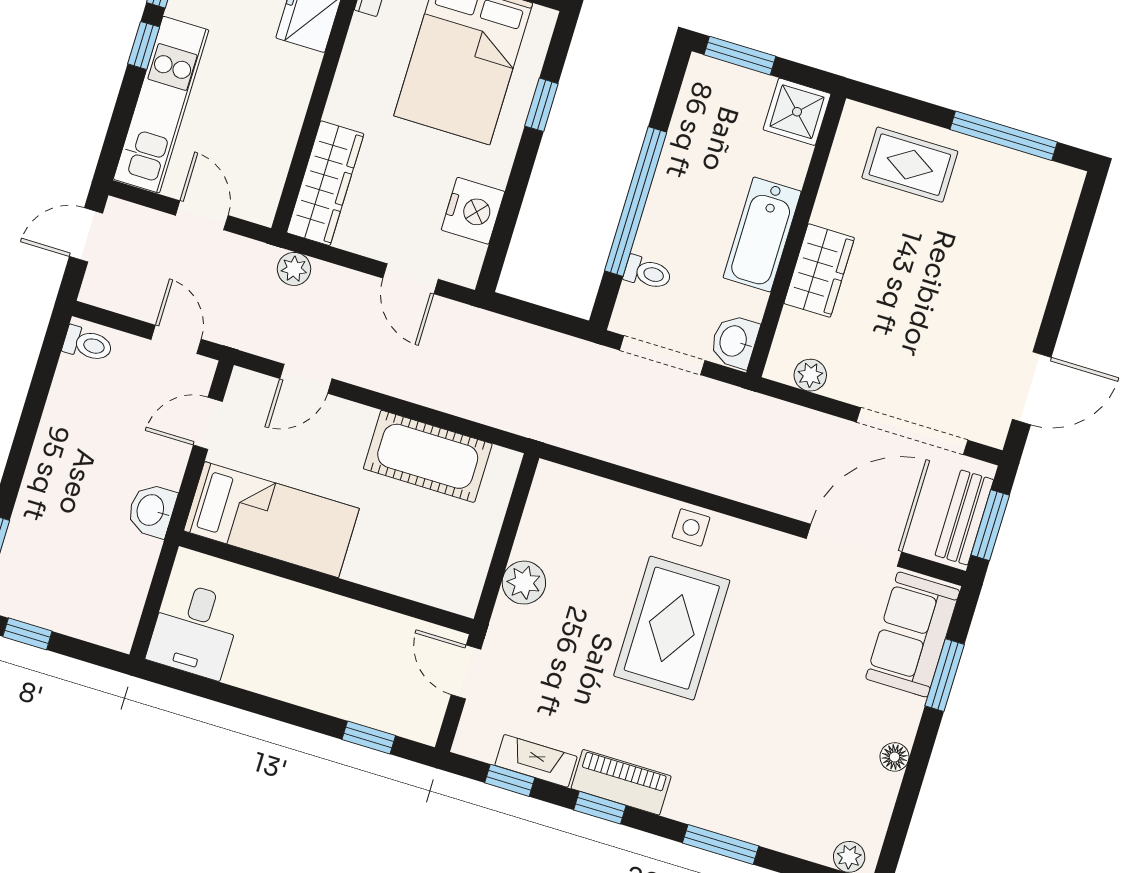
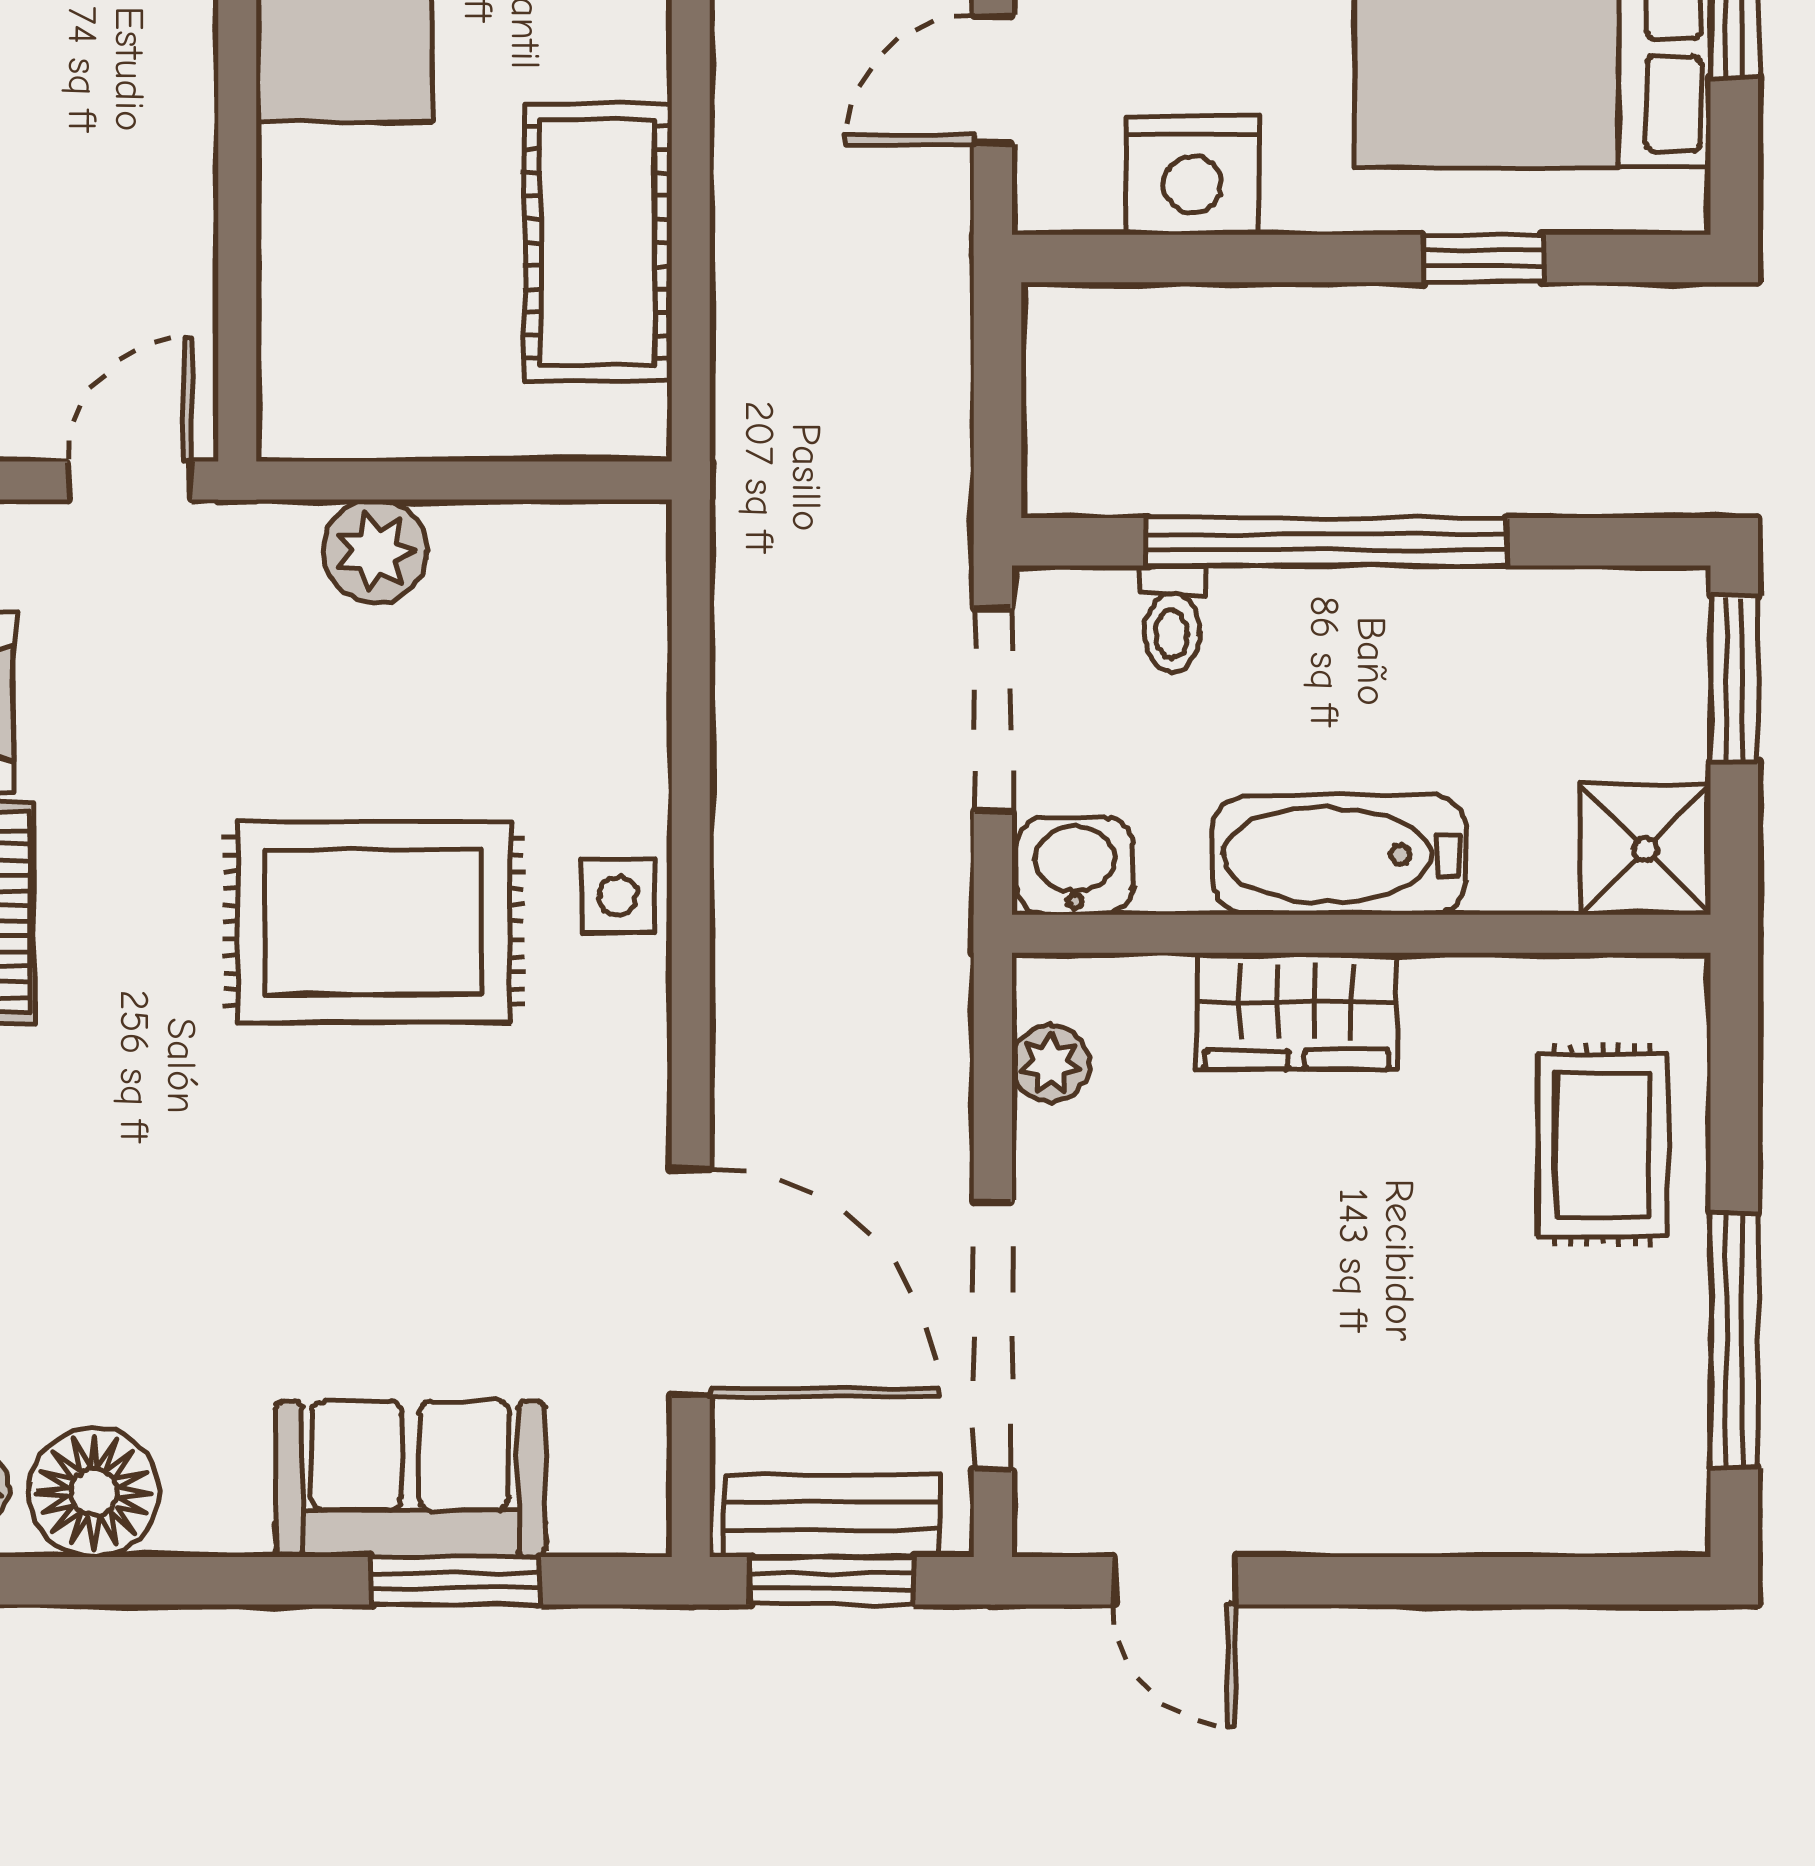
door: (1032, 388) -> (1174, 1581), width x0.73
sofa: (913, 634) -> (410, 1479), moved
floor lamp: (894, 757) -> (94, 1492), moved, width x1.89, depth x1.89

